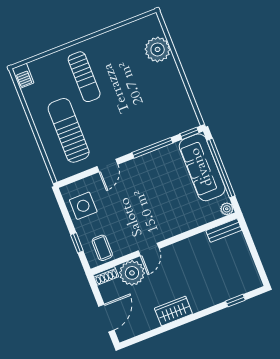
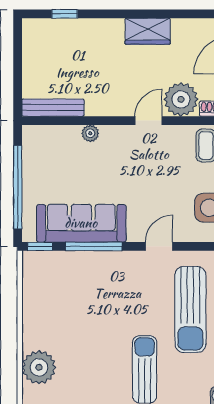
sofa: (202, 167) -> (81, 223), moved, turned -90
plant: (227, 209) -> (90, 133), moved
bench: (224, 230) -> (53, 108), width x1.36

